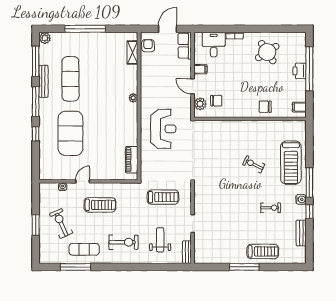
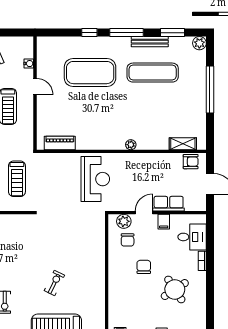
row of seats: (185, 46) -> (169, 204), moved
round table: (267, 52) -> (175, 290), moved
window: (36, 61) -> (173, 33), width x0.69
chair: (265, 107) -> (144, 267), moved
reception desk: (163, 129) -> (95, 179), turned -90

